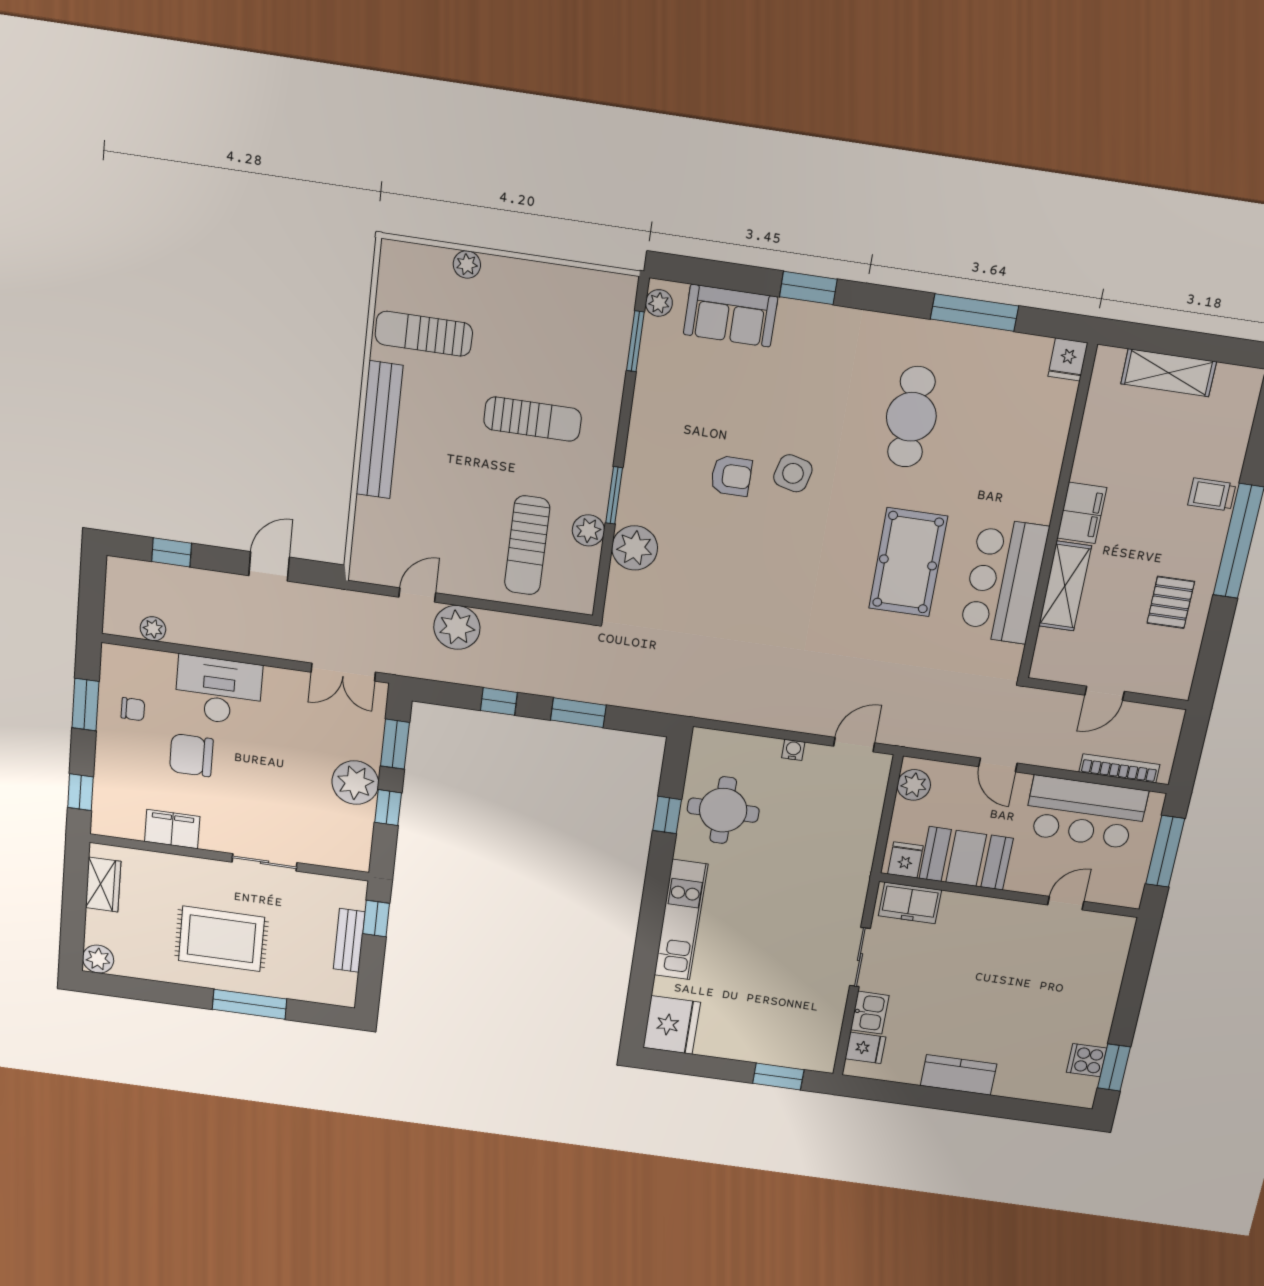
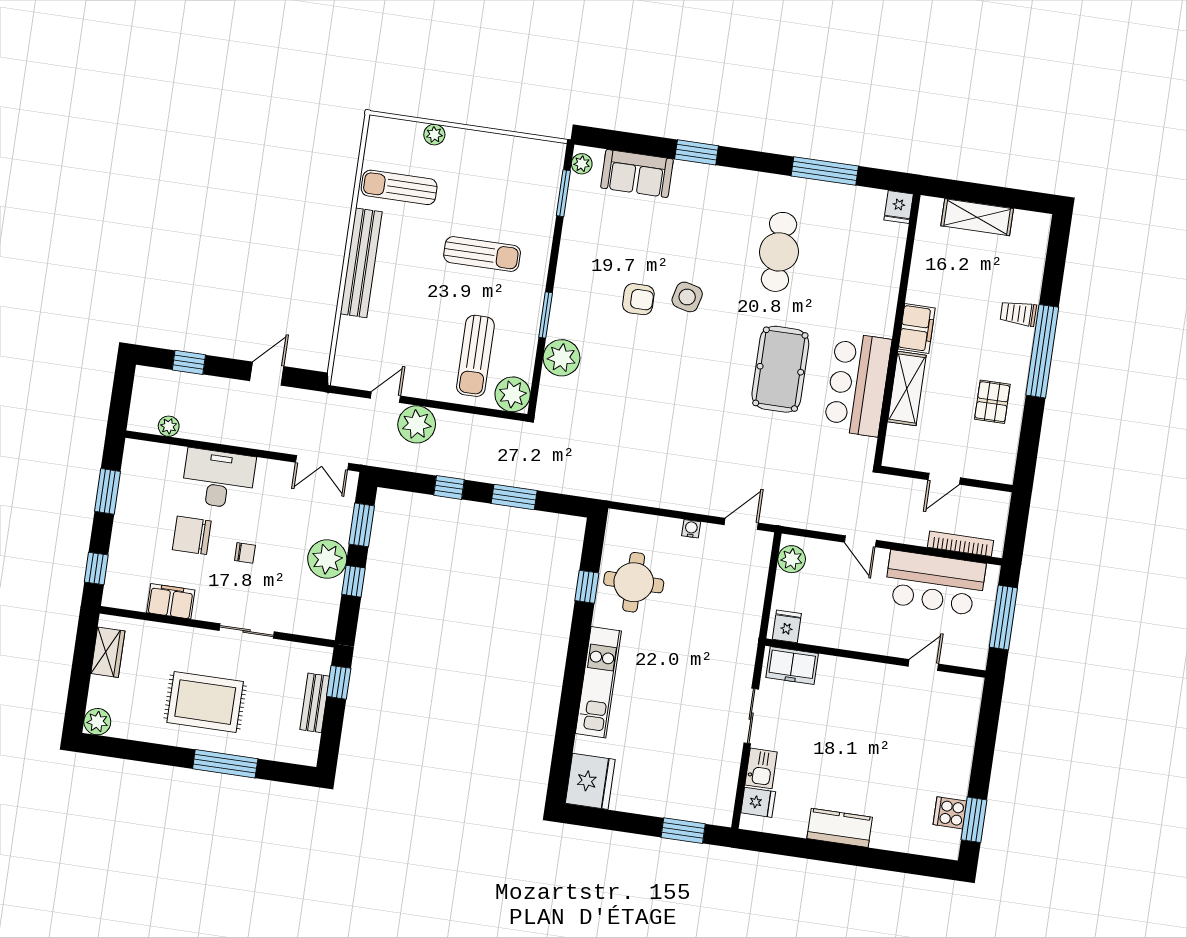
plant: (588, 530) -> (513, 394), moved, width x1.36, depth x1.36
chair: (133, 709) -> (245, 553), moved
booth: (966, 858) -> (838, 625), removed

